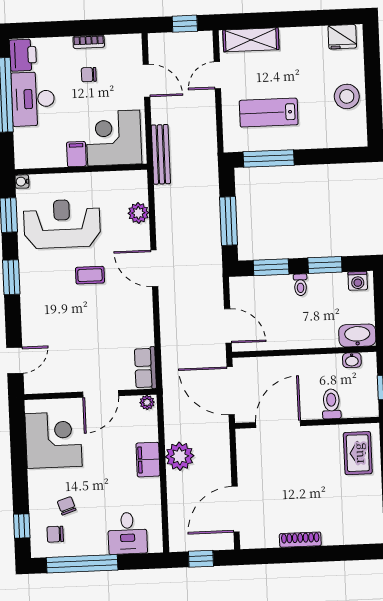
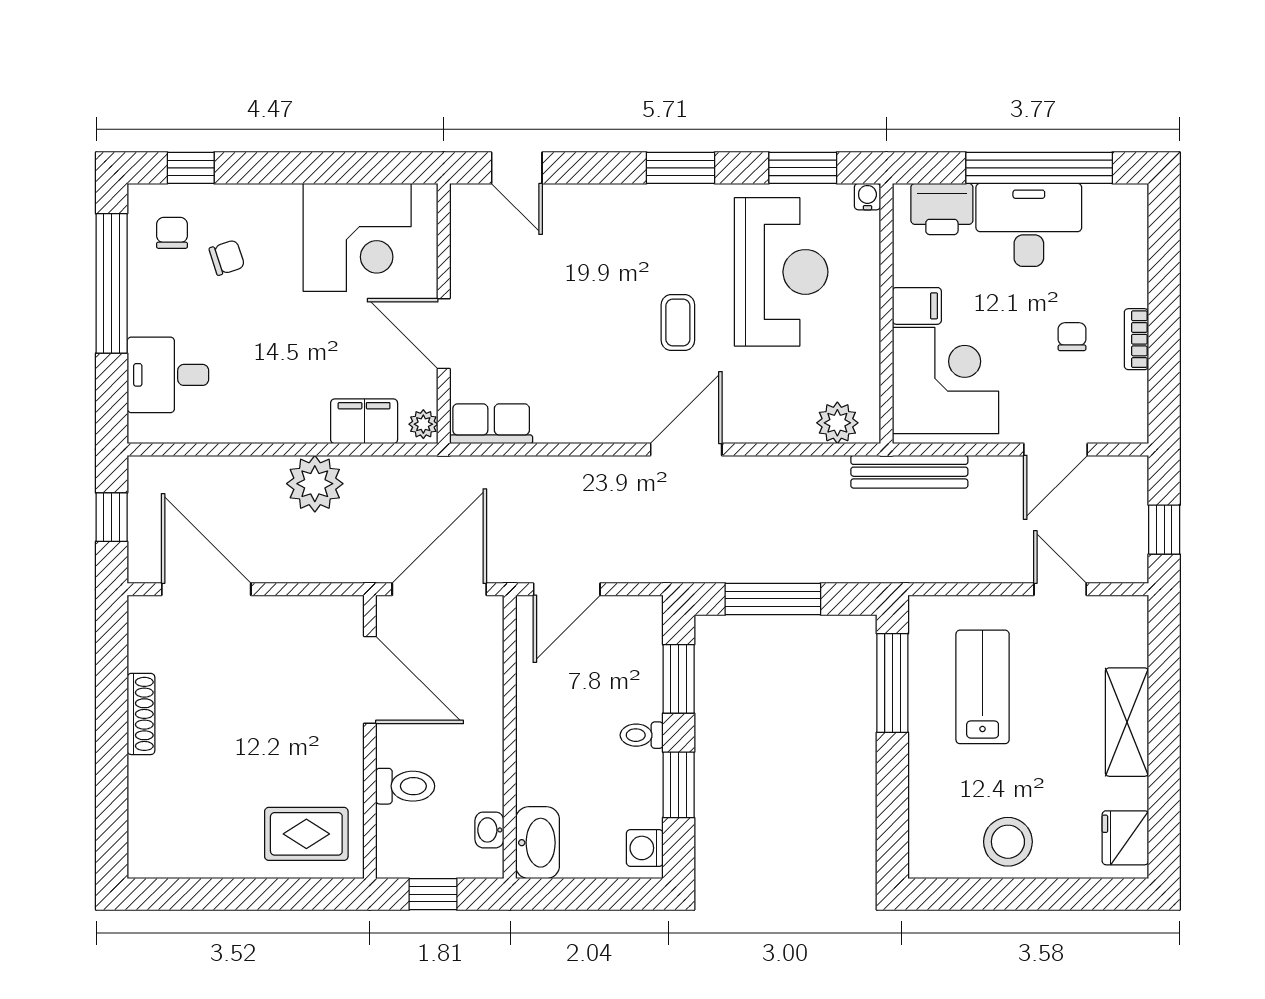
shelving: (251, 40) -> (1127, 722), moved
printer: (23, 55) -> (942, 209), moved
plant: (138, 213) -> (837, 423), moved
filing cabinet: (148, 460) -> (364, 421), moved

